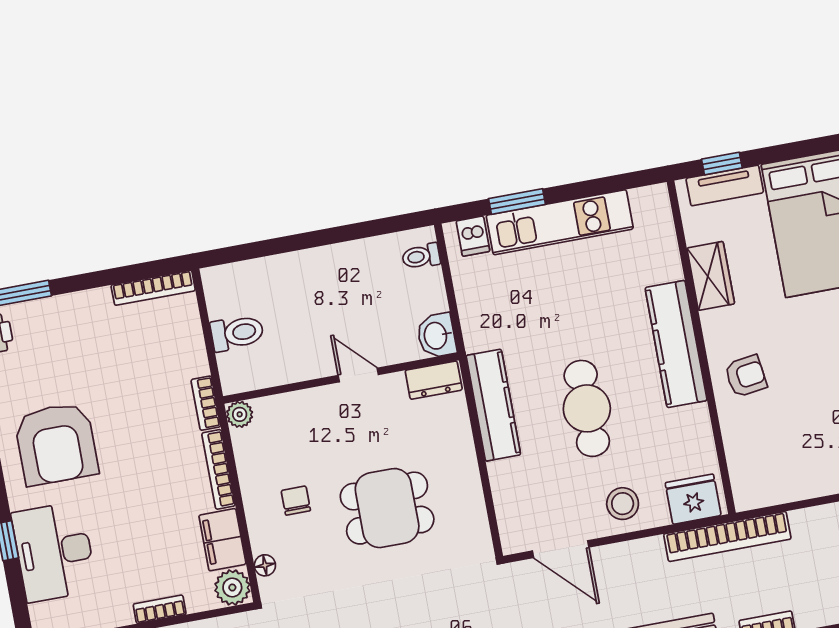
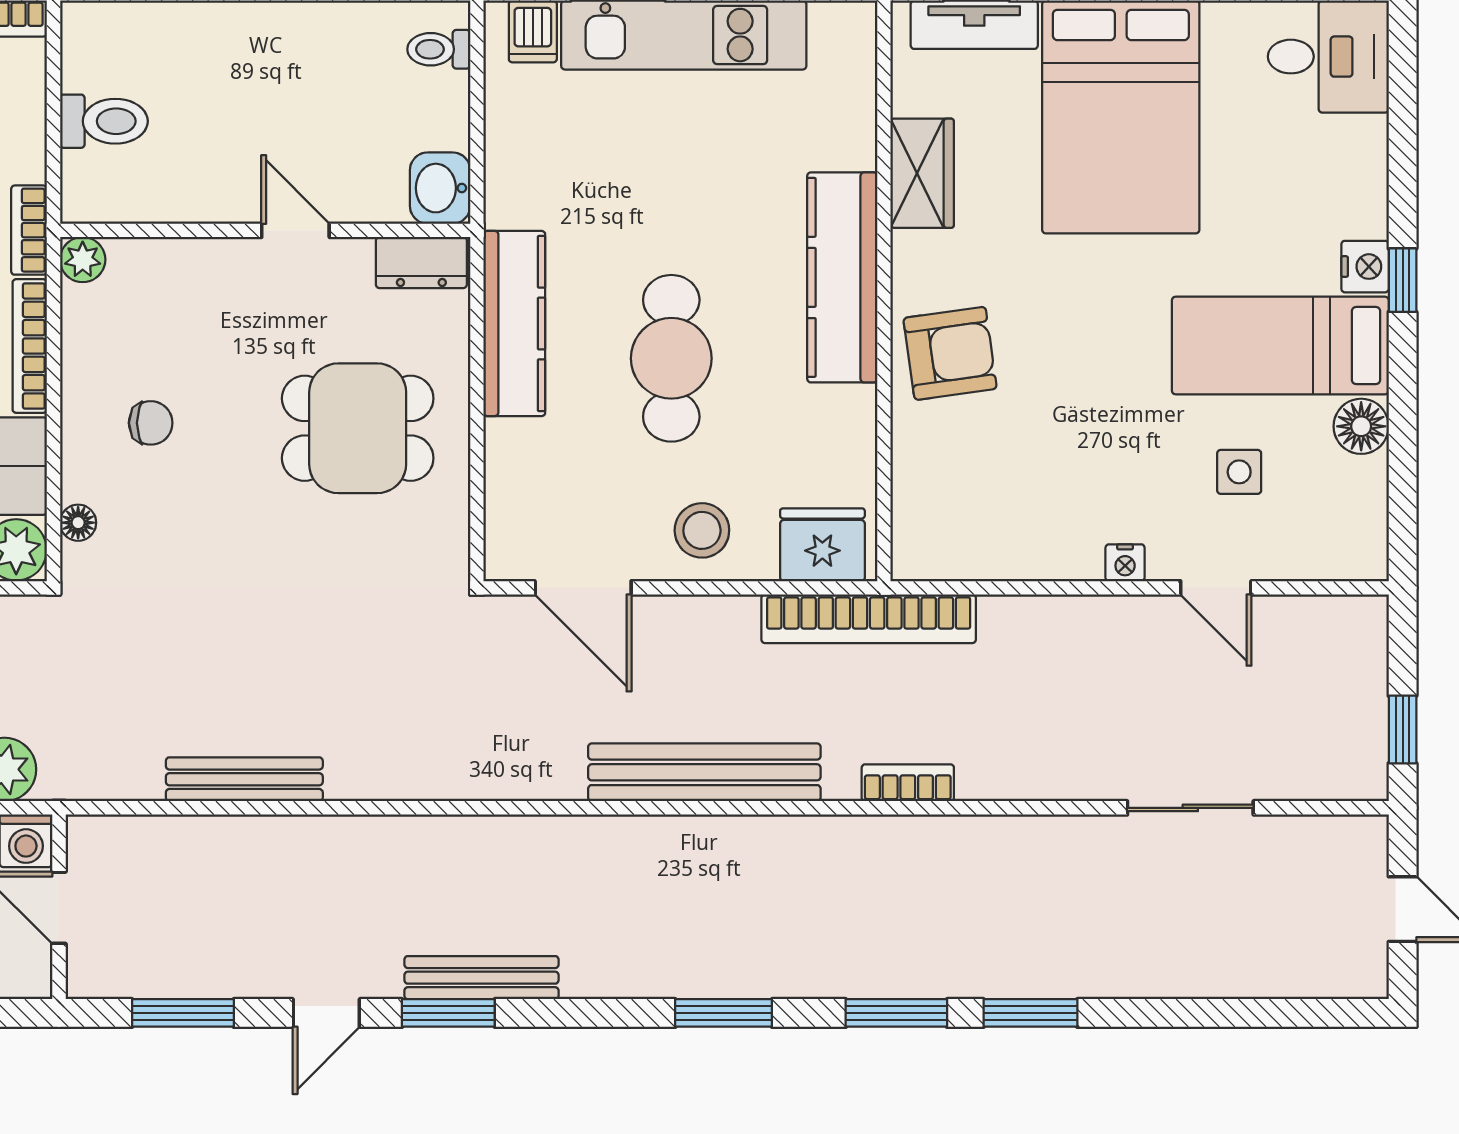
armchair: (746, 376) -> (950, 353), width x1.38, depth x1.38
chair: (296, 501) -> (151, 423), turned 90
dining table: (387, 508) -> (358, 428), moved

